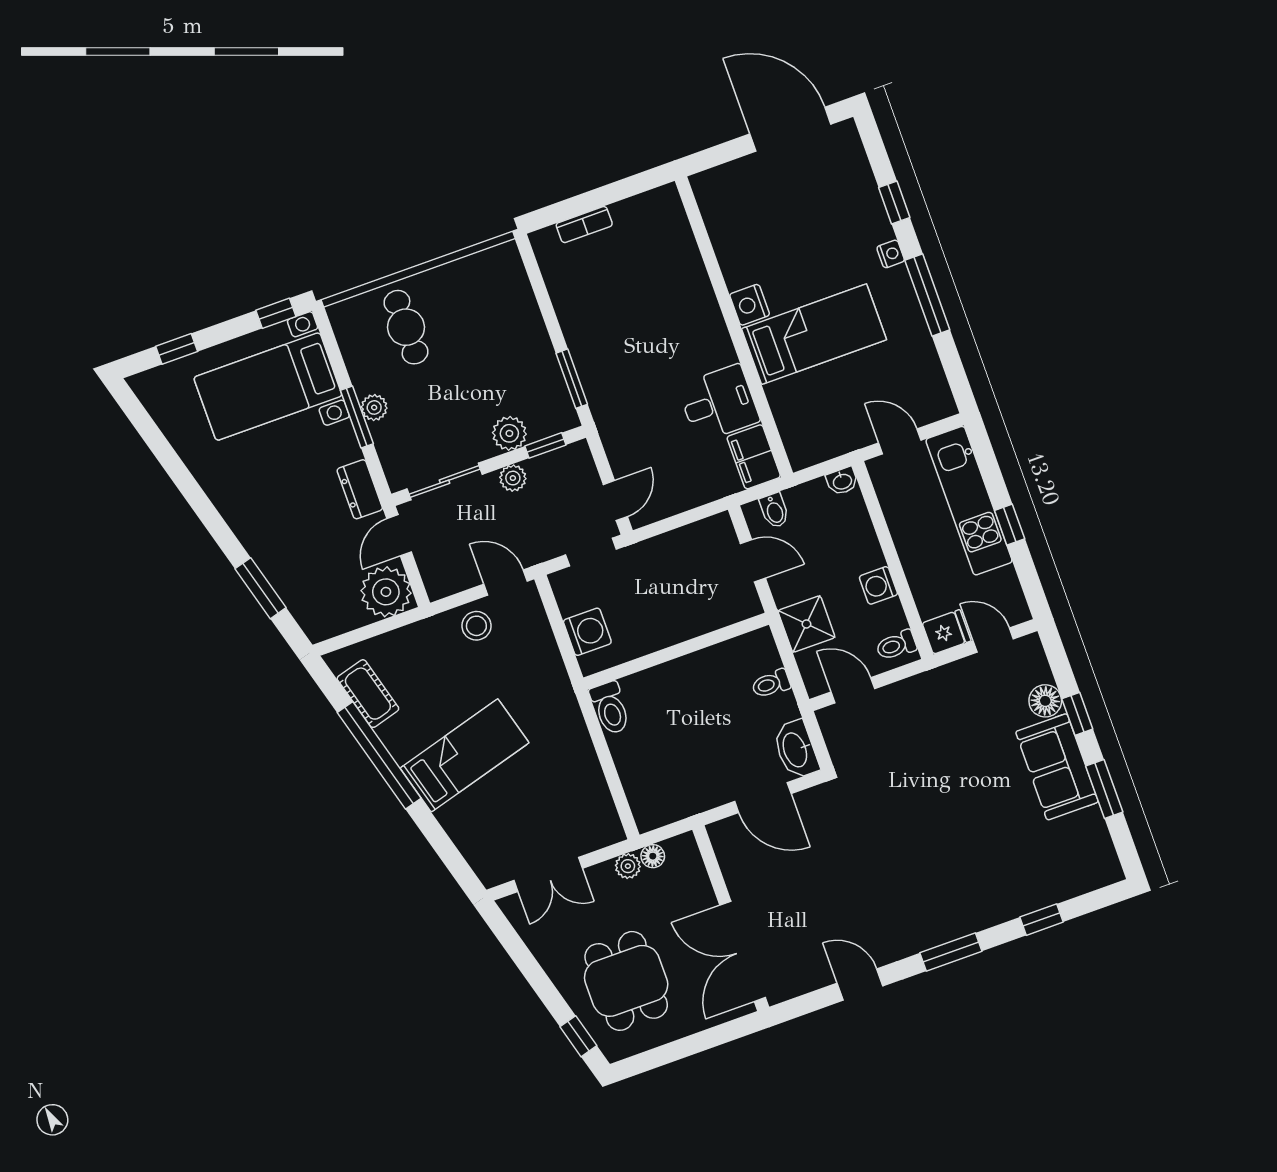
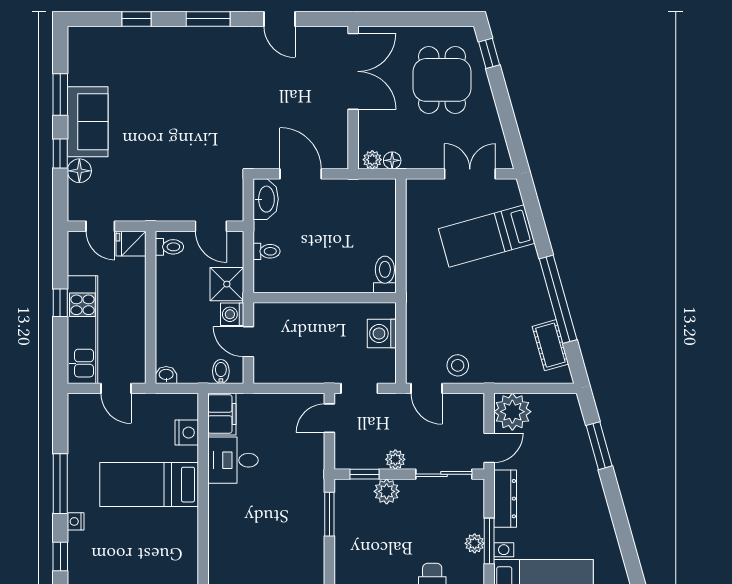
nightstand: (750, 305) -> (187, 433), moved
dresser: (360, 489) -> (505, 499), width x1.44
washing machine: (878, 585) -> (232, 314), moved, turned 180
bed: (465, 755) -> (487, 236), moved
plant: (628, 866) -> (372, 160), moved

